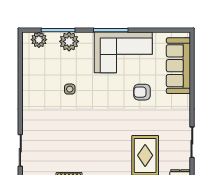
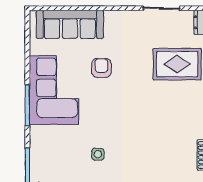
plant: (69, 41) -> (41, 155), removed
armchair: (142, 92) -> (101, 68), turned 180

